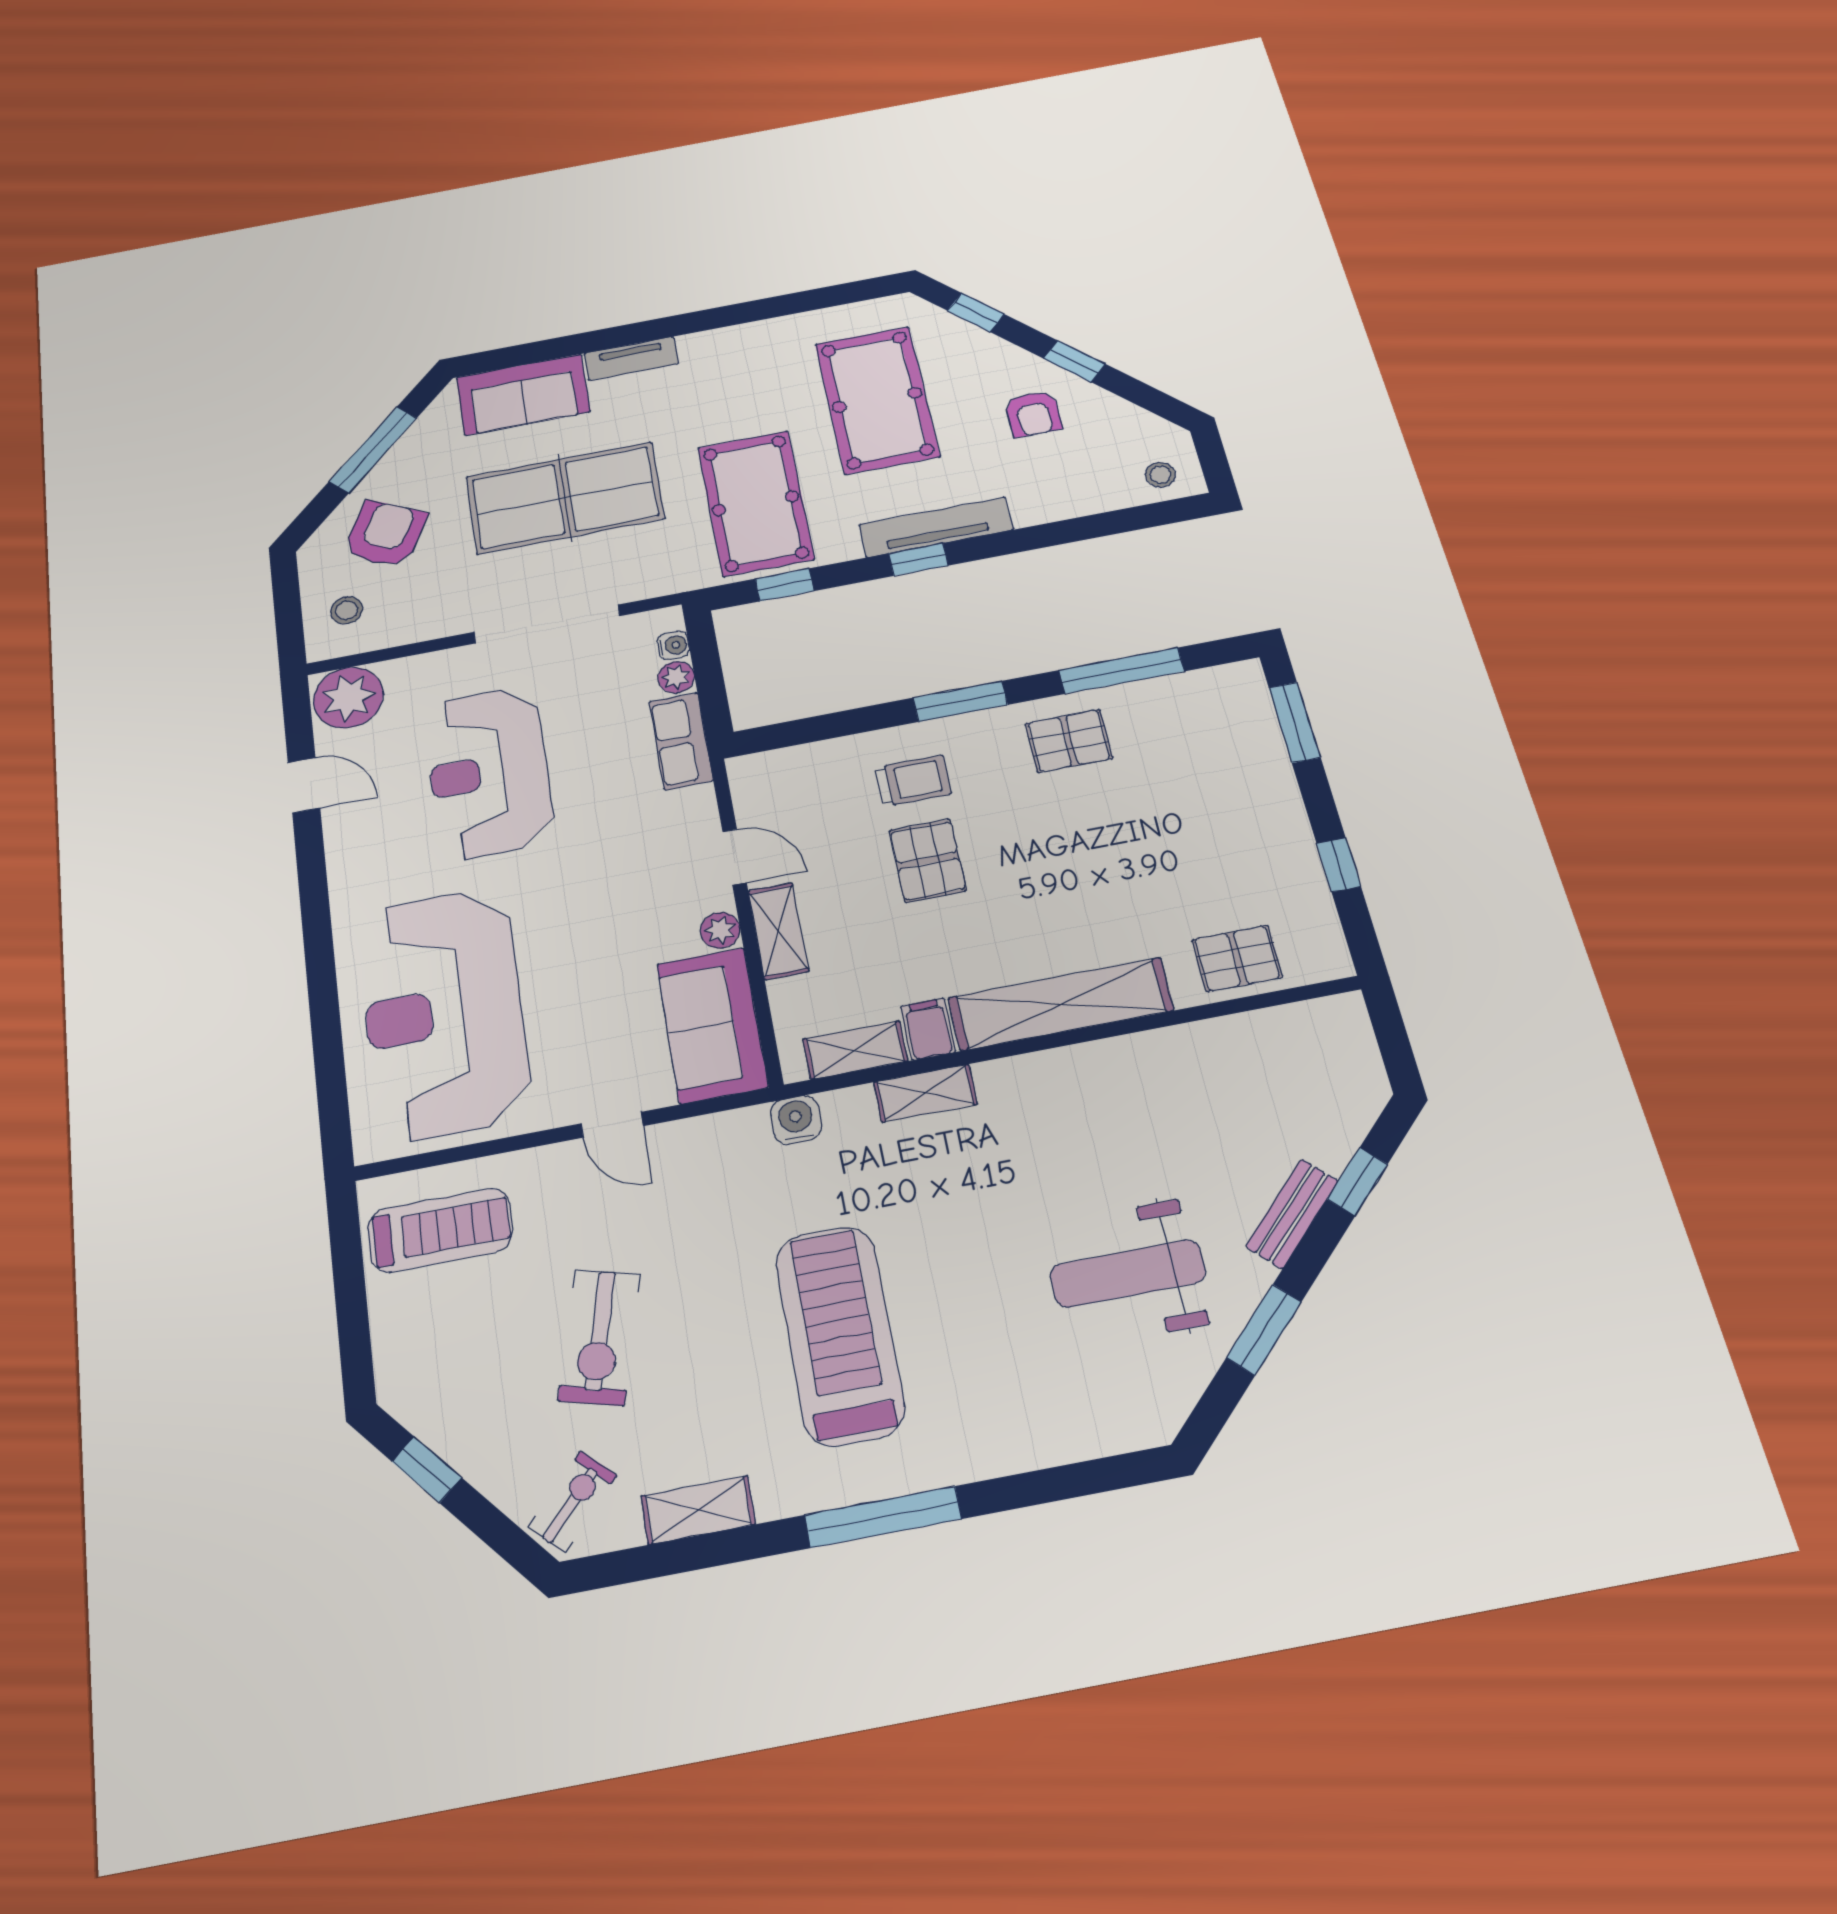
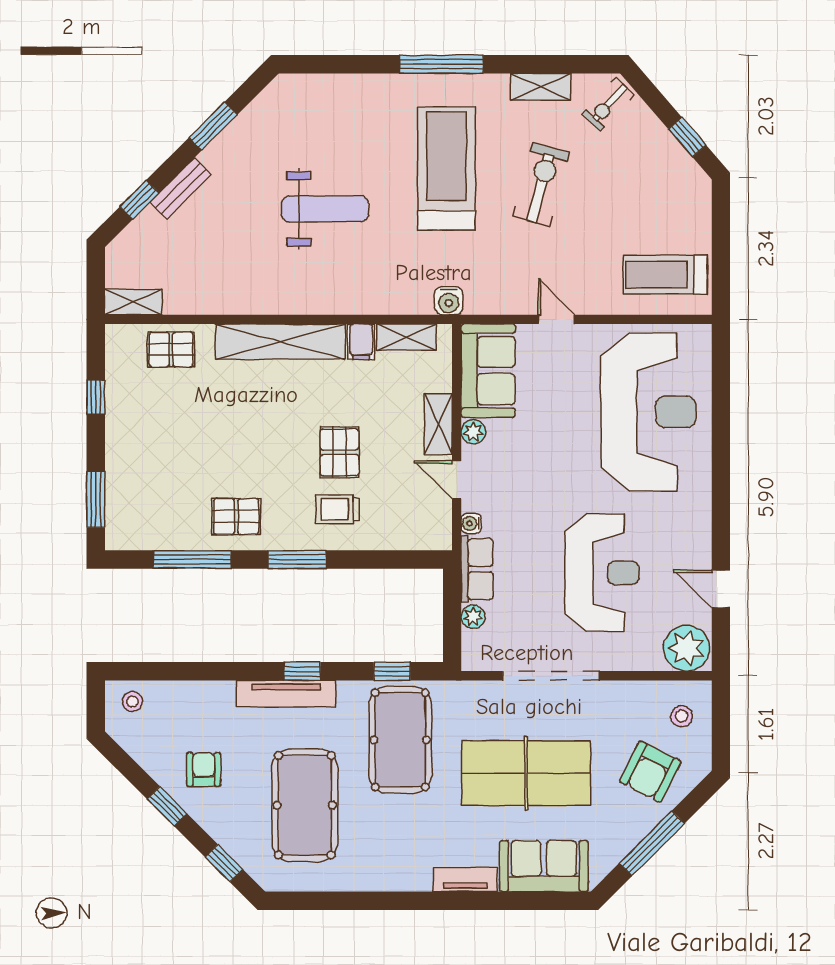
water cooler: (673, 645) -> (471, 523), moved
shelving: (925, 1093) -> (133, 302), moved
weight bench: (1128, 1273) -> (325, 209), moved
treadmill: (840, 1335) -> (446, 169), turned 180
exercise bike: (600, 1337) -> (541, 184), moved

